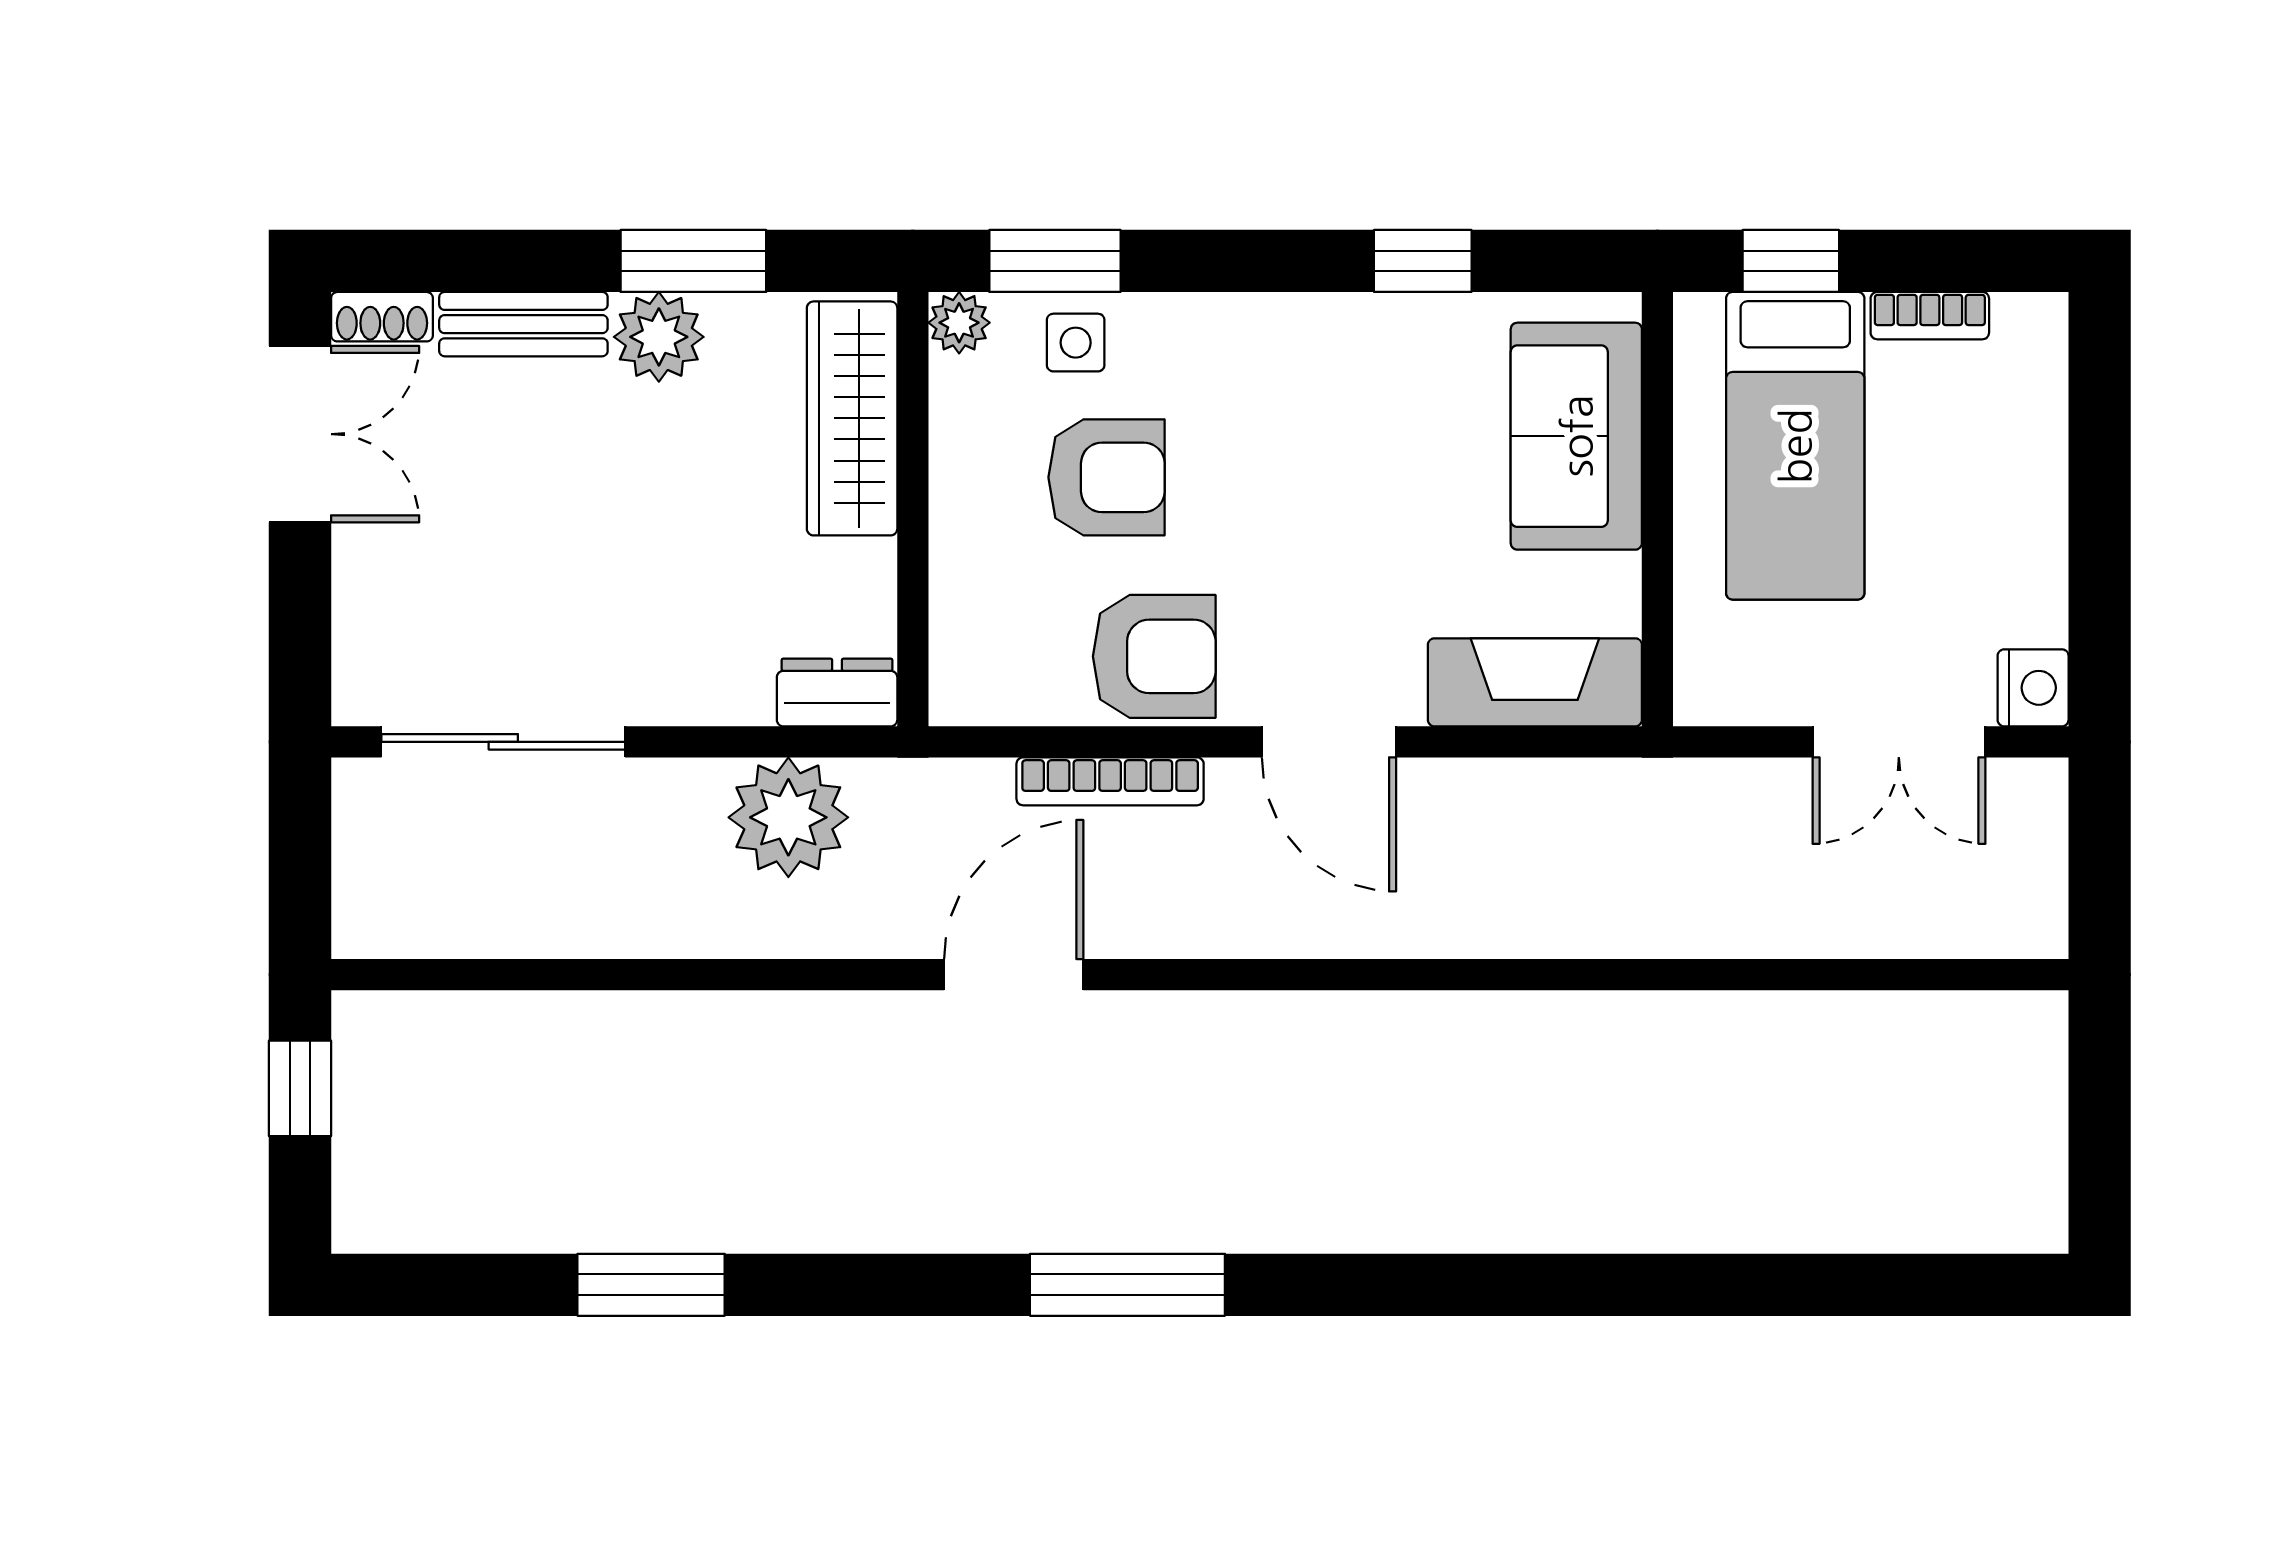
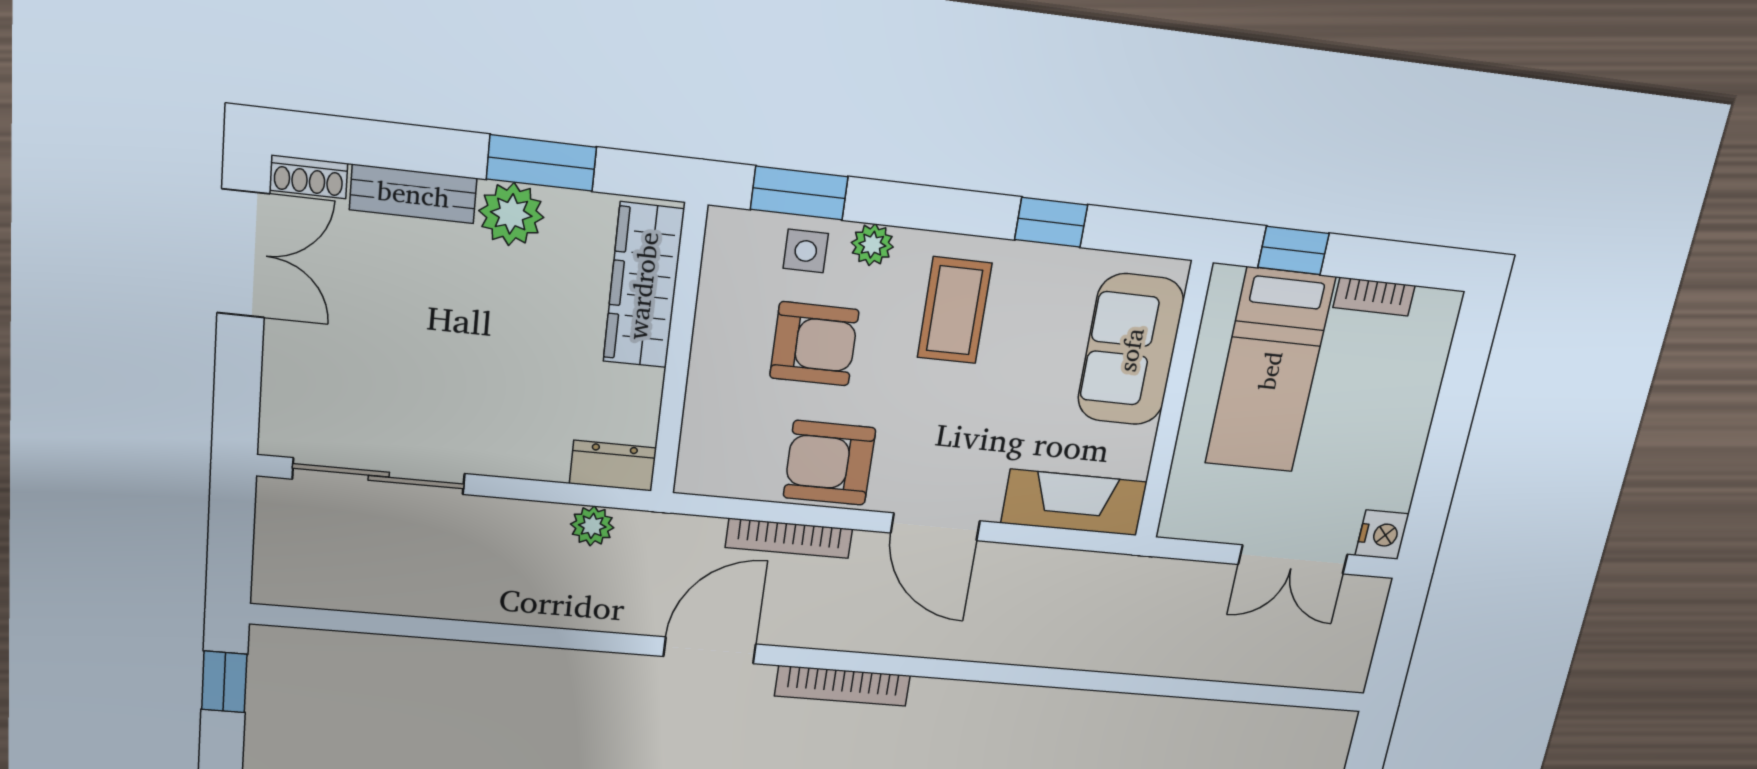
plant: (959, 323) -> (872, 245), moved
coffee table: (1304, 406) -> (954, 310), added
armchair: (1154, 656) -> (829, 463), turned 180
plant: (788, 817) -> (592, 526), width x0.53, depth x0.53
bookcase: (1226, 1016) -> (842, 686), added

